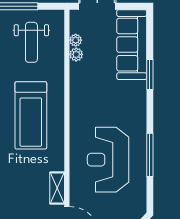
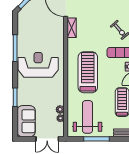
weight bench: (31, 42) -> (87, 117), width x1.36, depth x1.33
sofa: (132, 45) -> (26, 121), width x0.73
reception desk: (108, 160) -> (38, 65), moved, turned -90

